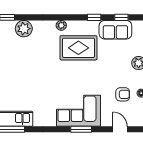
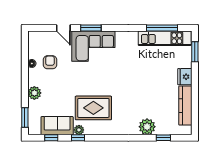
plant: (61, 25) -> (79, 130), moved
armchair: (123, 94) -> (50, 62), turned 90
door: (120, 129) -> (63, 28), moved

